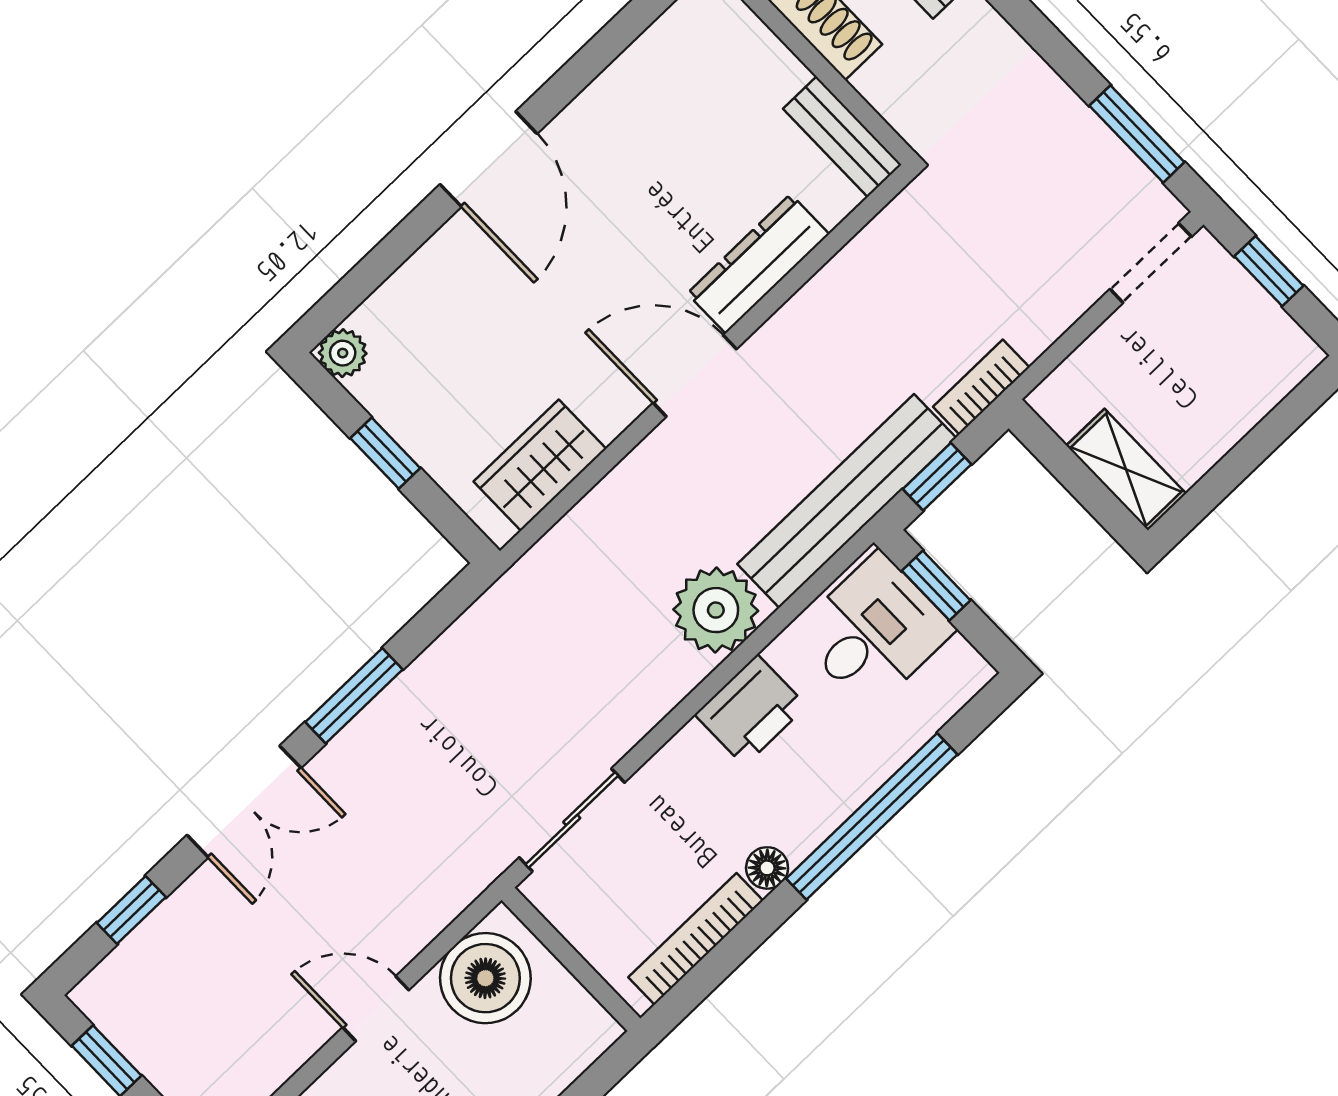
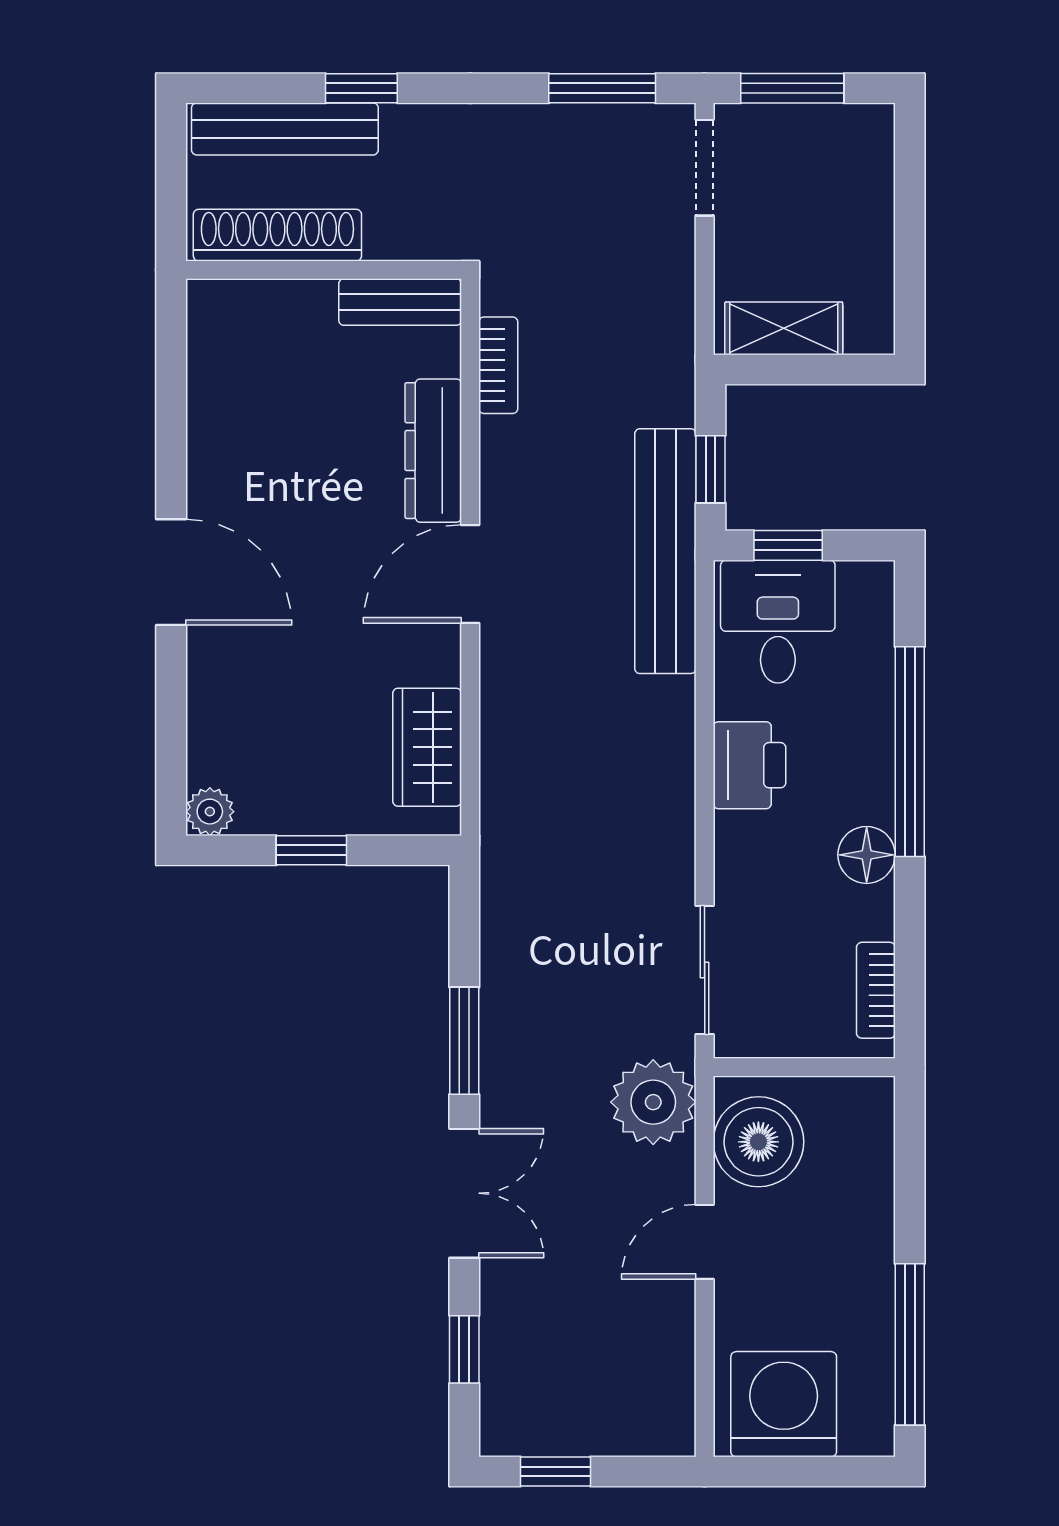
window: (1269, 271) -> (792, 88), width x1.50
bookcase: (981, 387) -> (498, 365), moved, turned 180
shelving: (1126, 470) -> (784, 328), moved
plant: (716, 610) -> (653, 1102), moved
floor lamp: (767, 868) -> (867, 855), width x1.37, depth x1.37
bookcase: (696, 939) -> (876, 990), width x0.64

